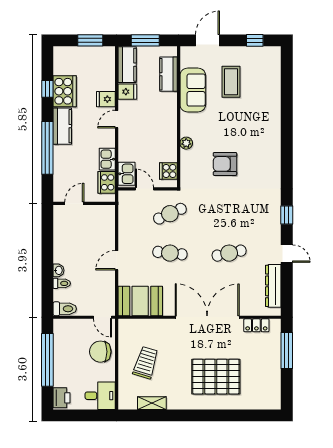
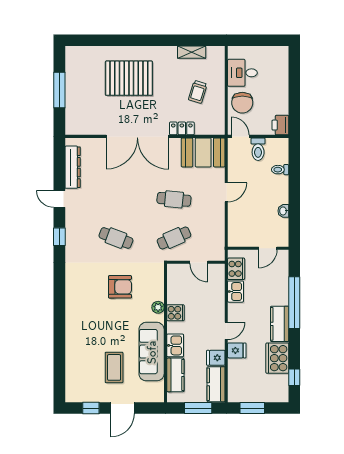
door: (207, 40) -> (123, 408), moved
window: (47, 89) -> (294, 377), moved
sofa: (193, 90) -> (152, 352), width x1.36
cooker: (168, 171) -> (175, 313), moved
kitchen sink: (126, 174) -> (175, 345), moved, turned 180
cafe table: (229, 253) -> (116, 238), moved, turned 33
washbasin: (58, 270) -> (283, 211), moved
toilet: (65, 309) -> (258, 149), moved, turned -90
locker: (256, 325) -> (182, 128), moved
window: (287, 351) -> (59, 90), moved
chair: (100, 352) -> (242, 103), turned 90
window: (47, 360) -> (294, 95), removed
trolley: (146, 363) -> (198, 92), width x0.73, depth x0.72
desk: (100, 396) -> (242, 73), moved
printer: (61, 398) -> (280, 125), moved

